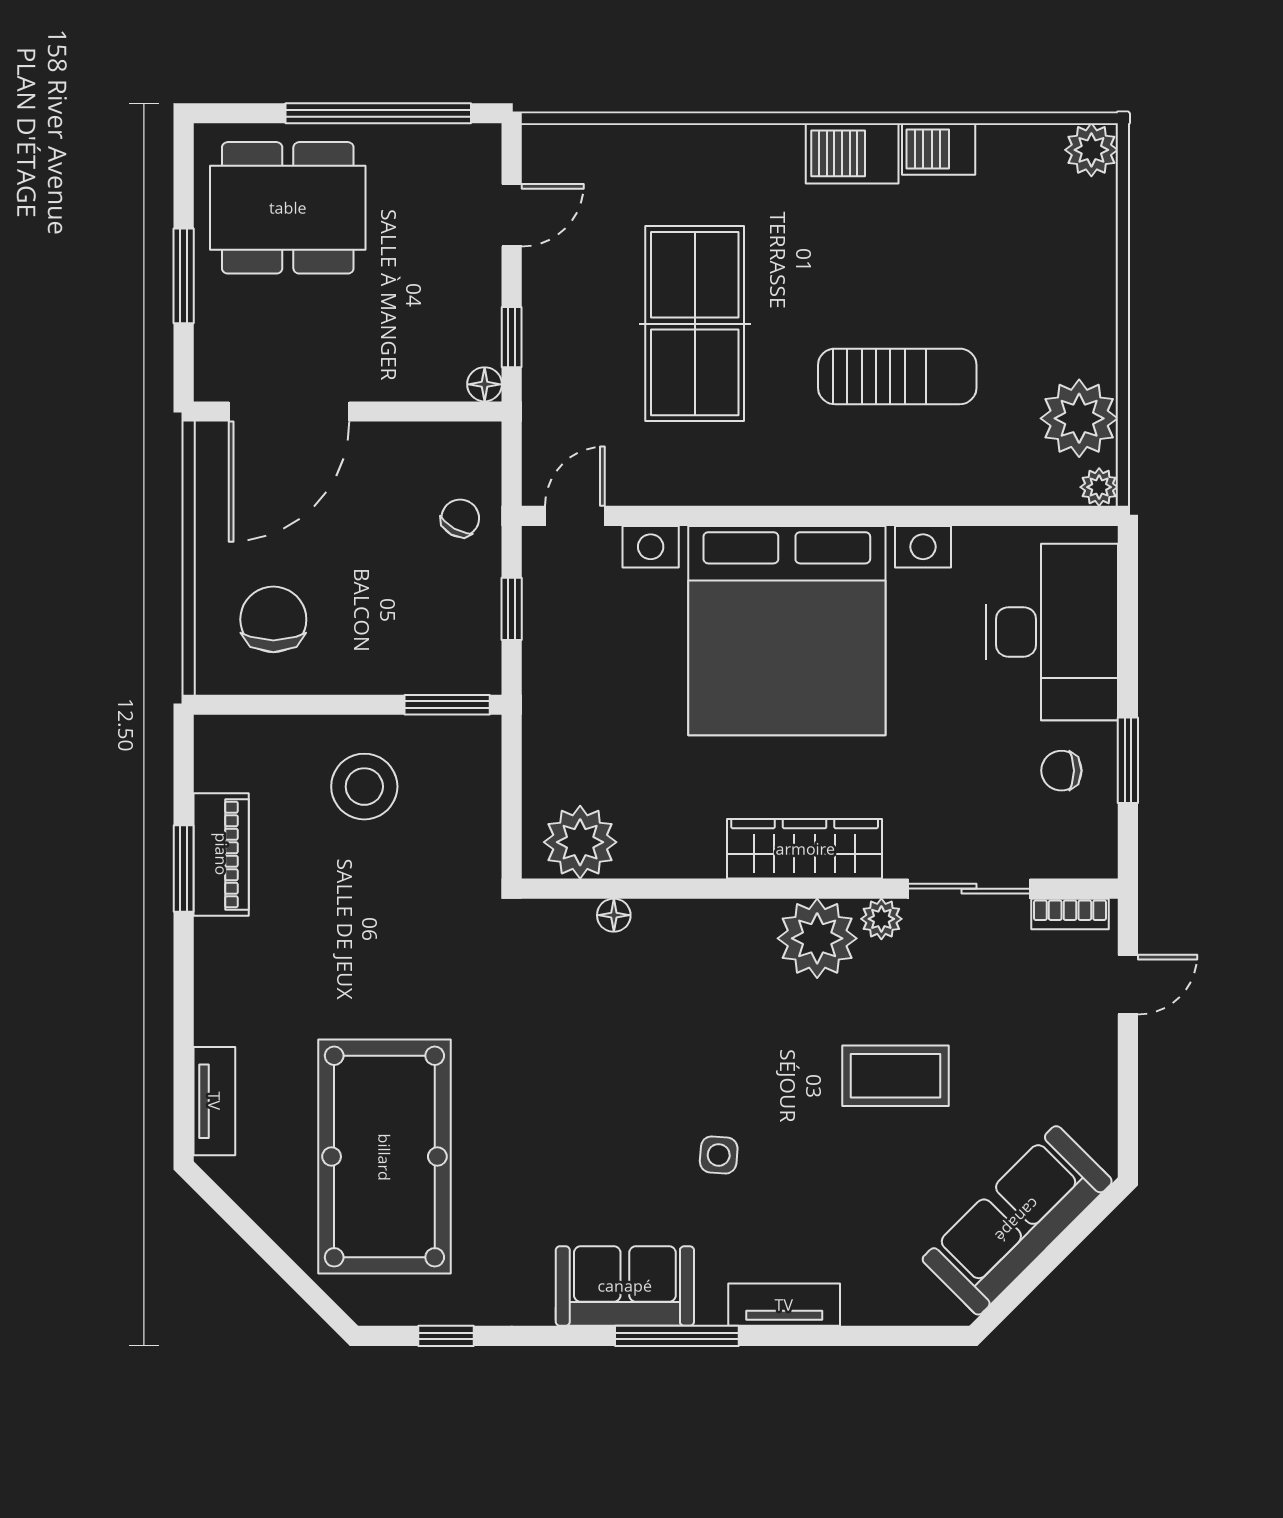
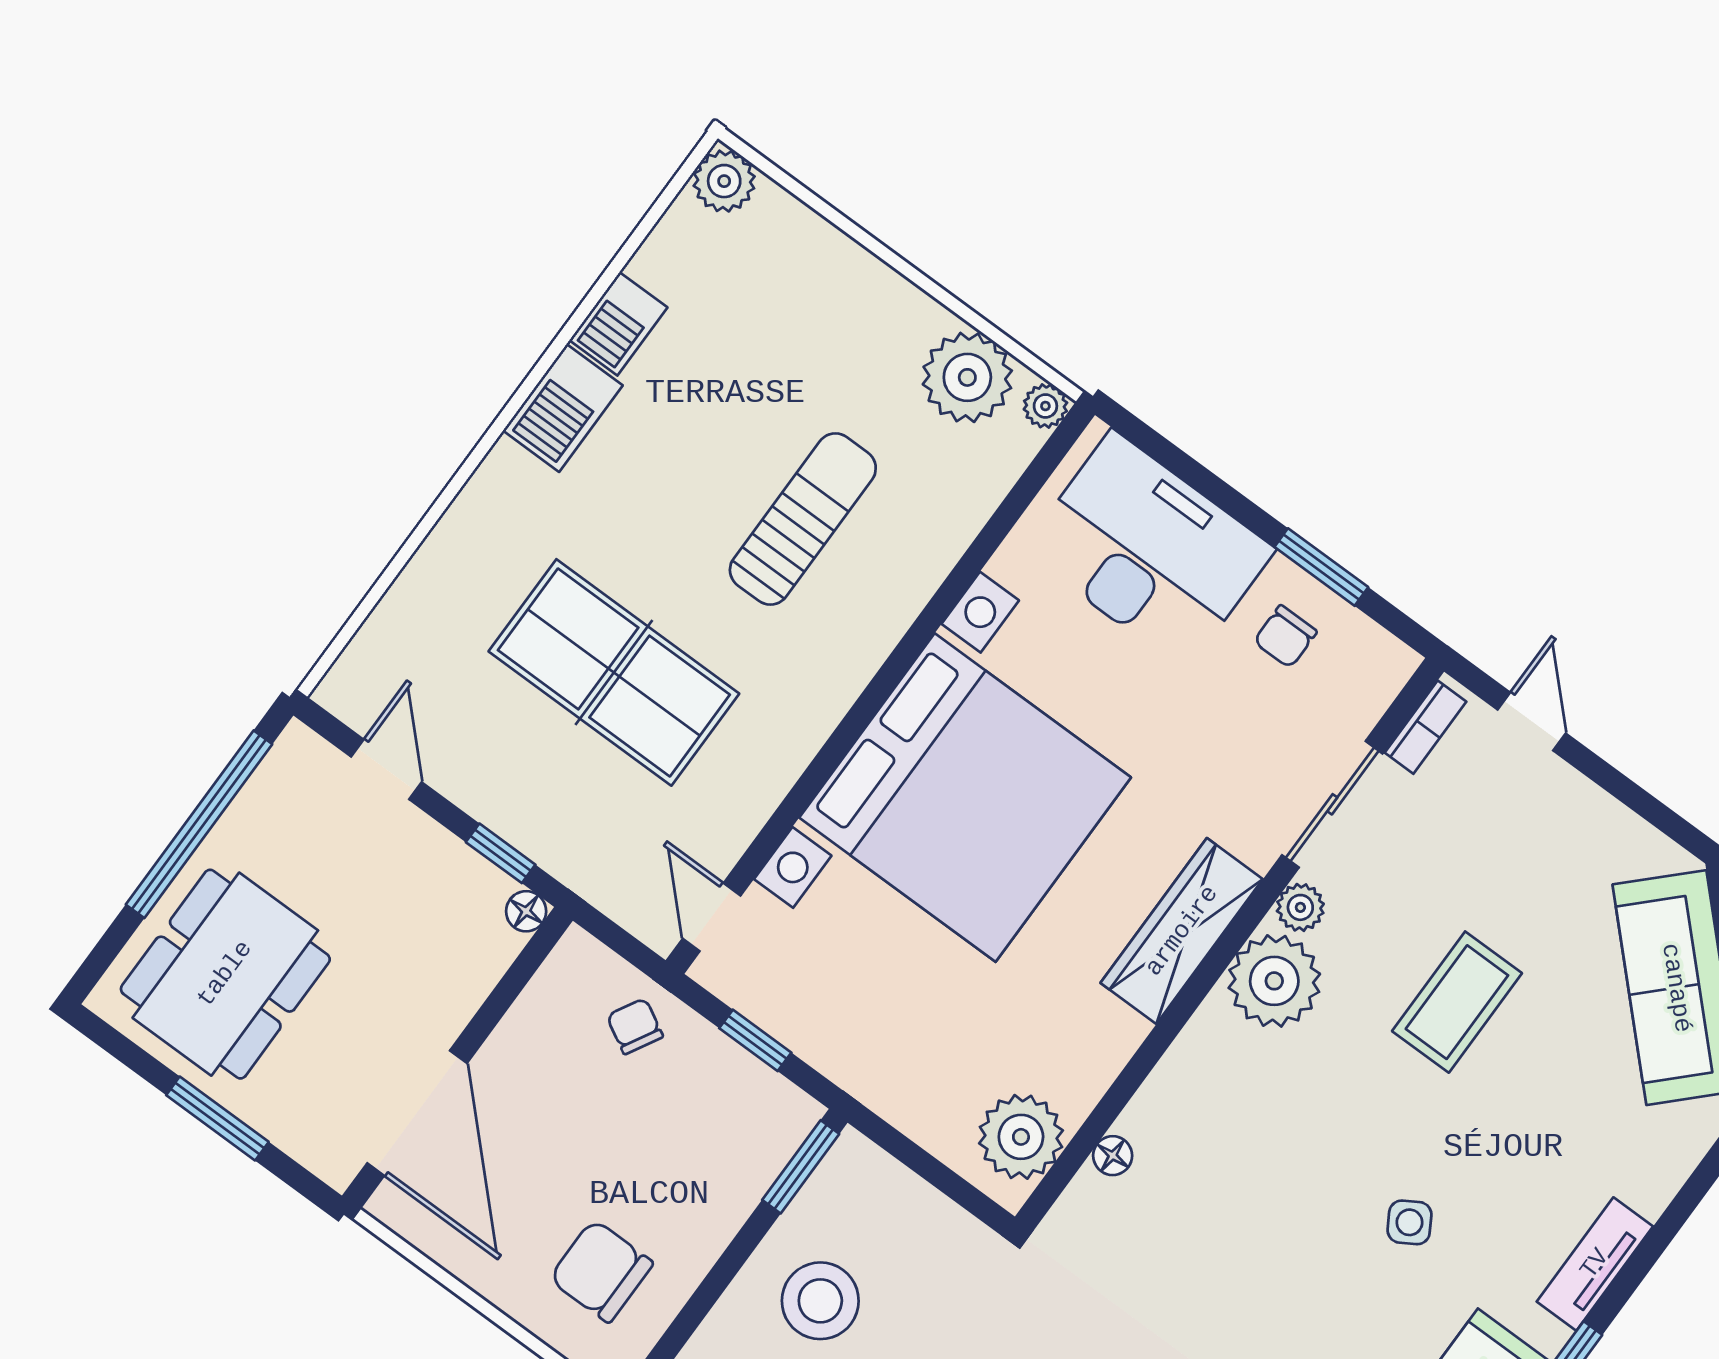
side table: (719, 1155) -> (1409, 1222), turned -35

